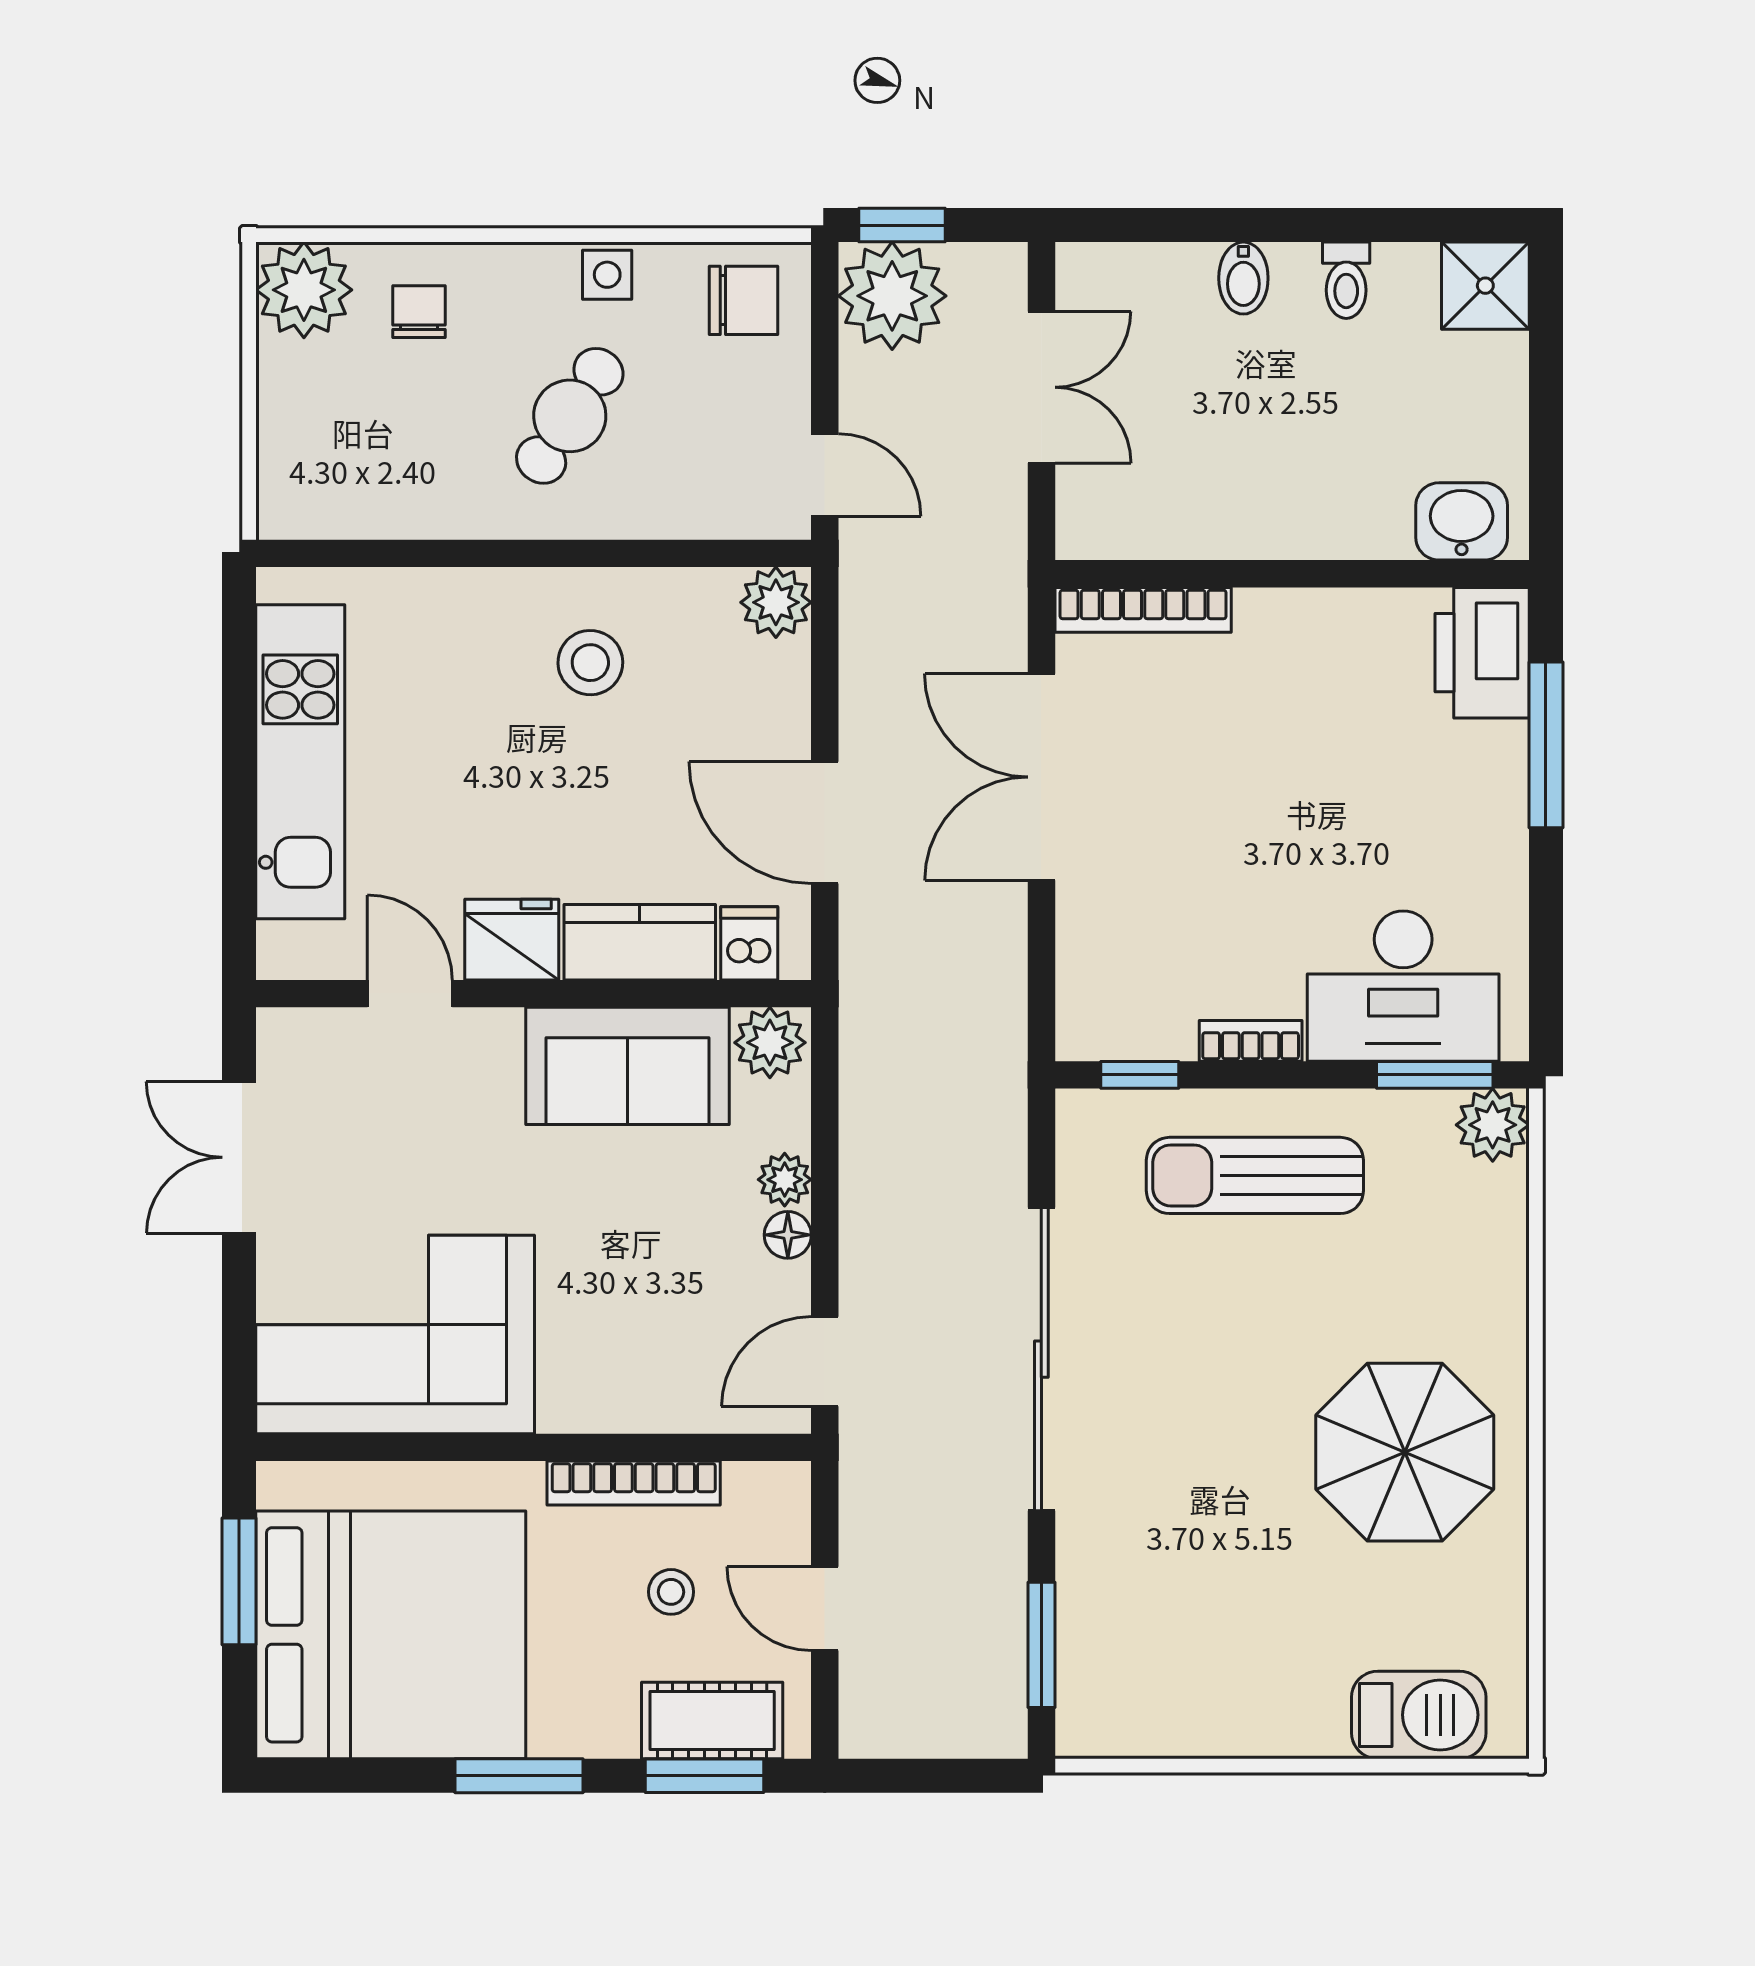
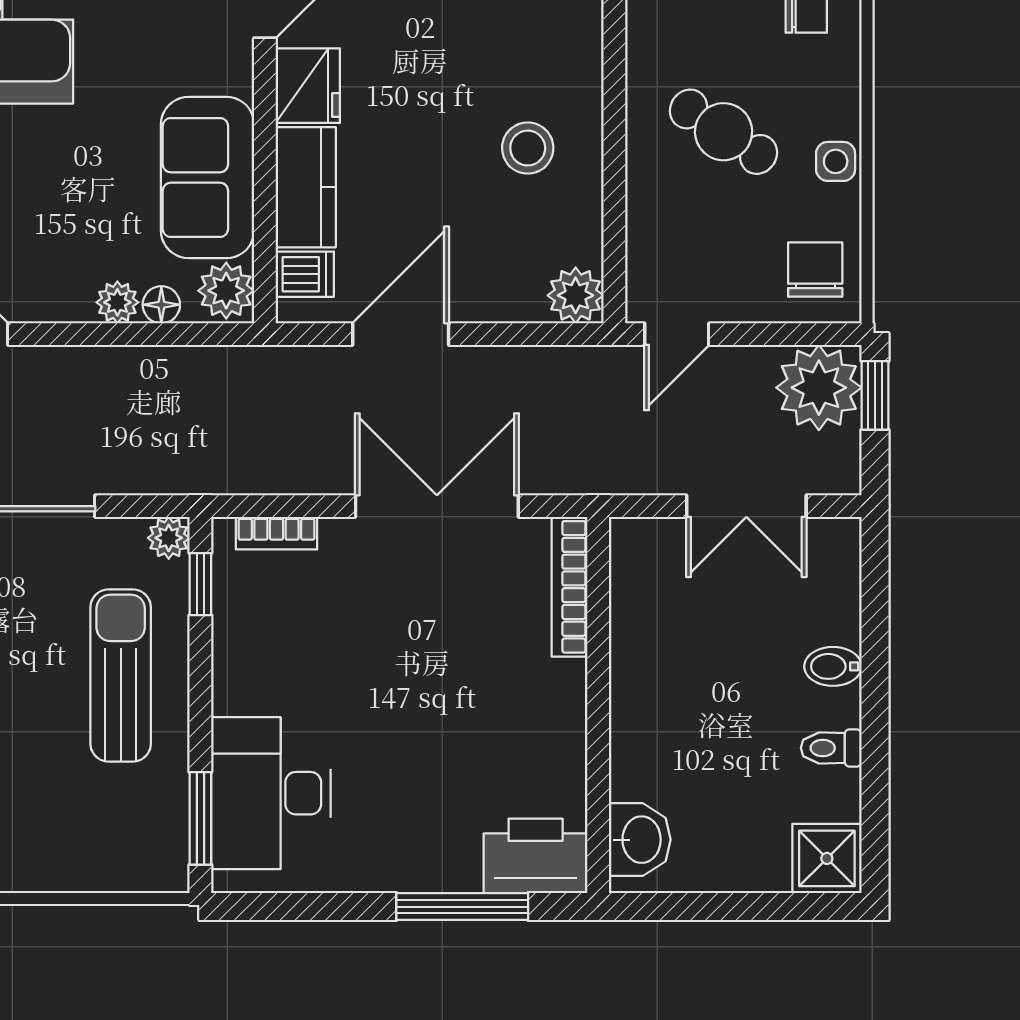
chair: (743, 300) -> (815, 270), turned 180
bookcase: (1251, 1041) -> (277, 533), moved, turned 90
plant: (1493, 1125) -> (169, 538), moved, width x0.73, depth x0.73
floor lamp: (788, 1235) -> (161, 305), moved

